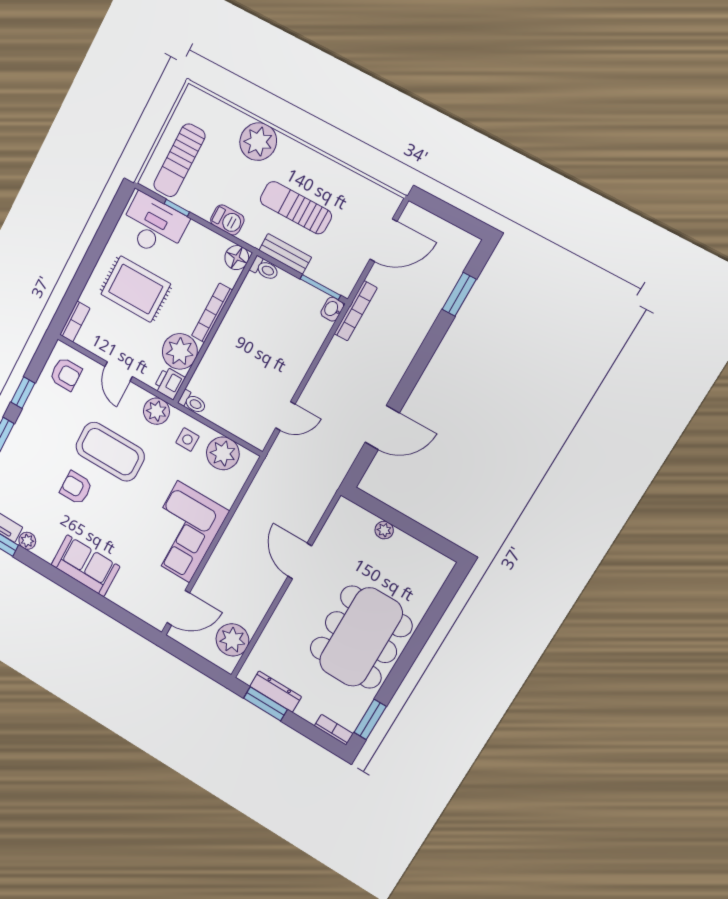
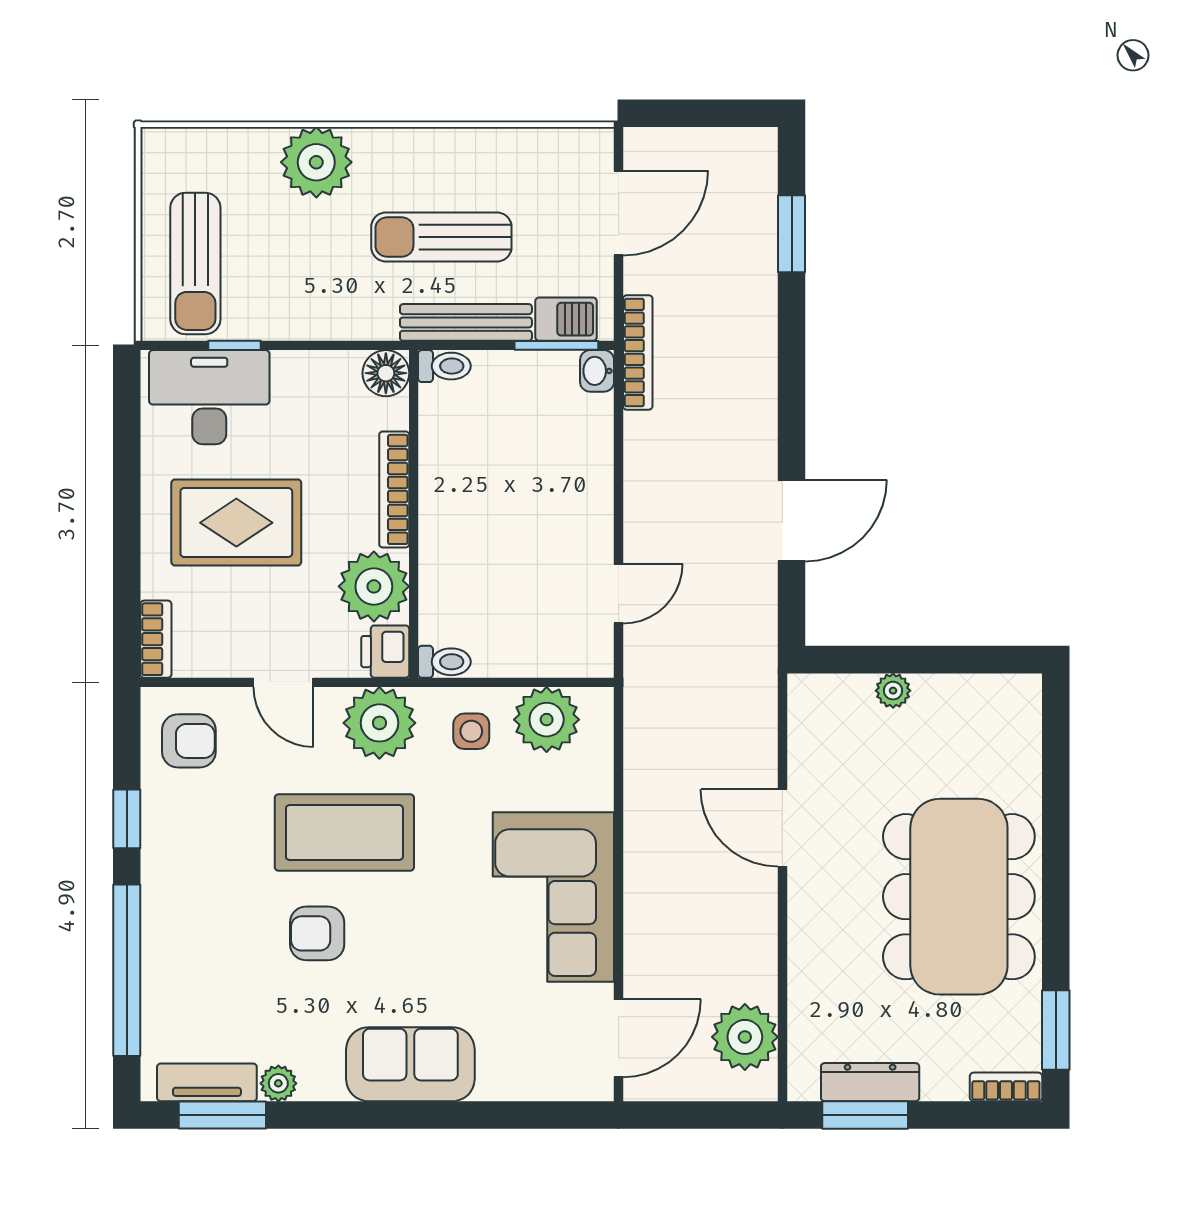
barbecue: (227, 220) -> (566, 319), moved
bench: (285, 254) -> (466, 322), width x1.36
plant: (156, 411) -> (379, 723), width x1.36, depth x1.36

